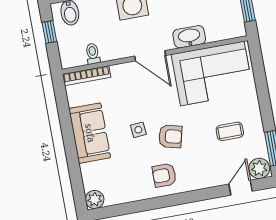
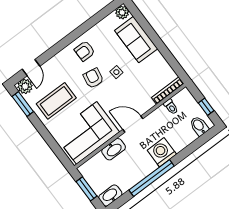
coffee table: (230, 131) -> (56, 101), width x1.86, depth x1.72
sofa: (90, 133) -> (136, 40), moved
armchair: (170, 136) -> (93, 78), turned 86
armchair: (164, 175) -> (85, 51), turned 180

